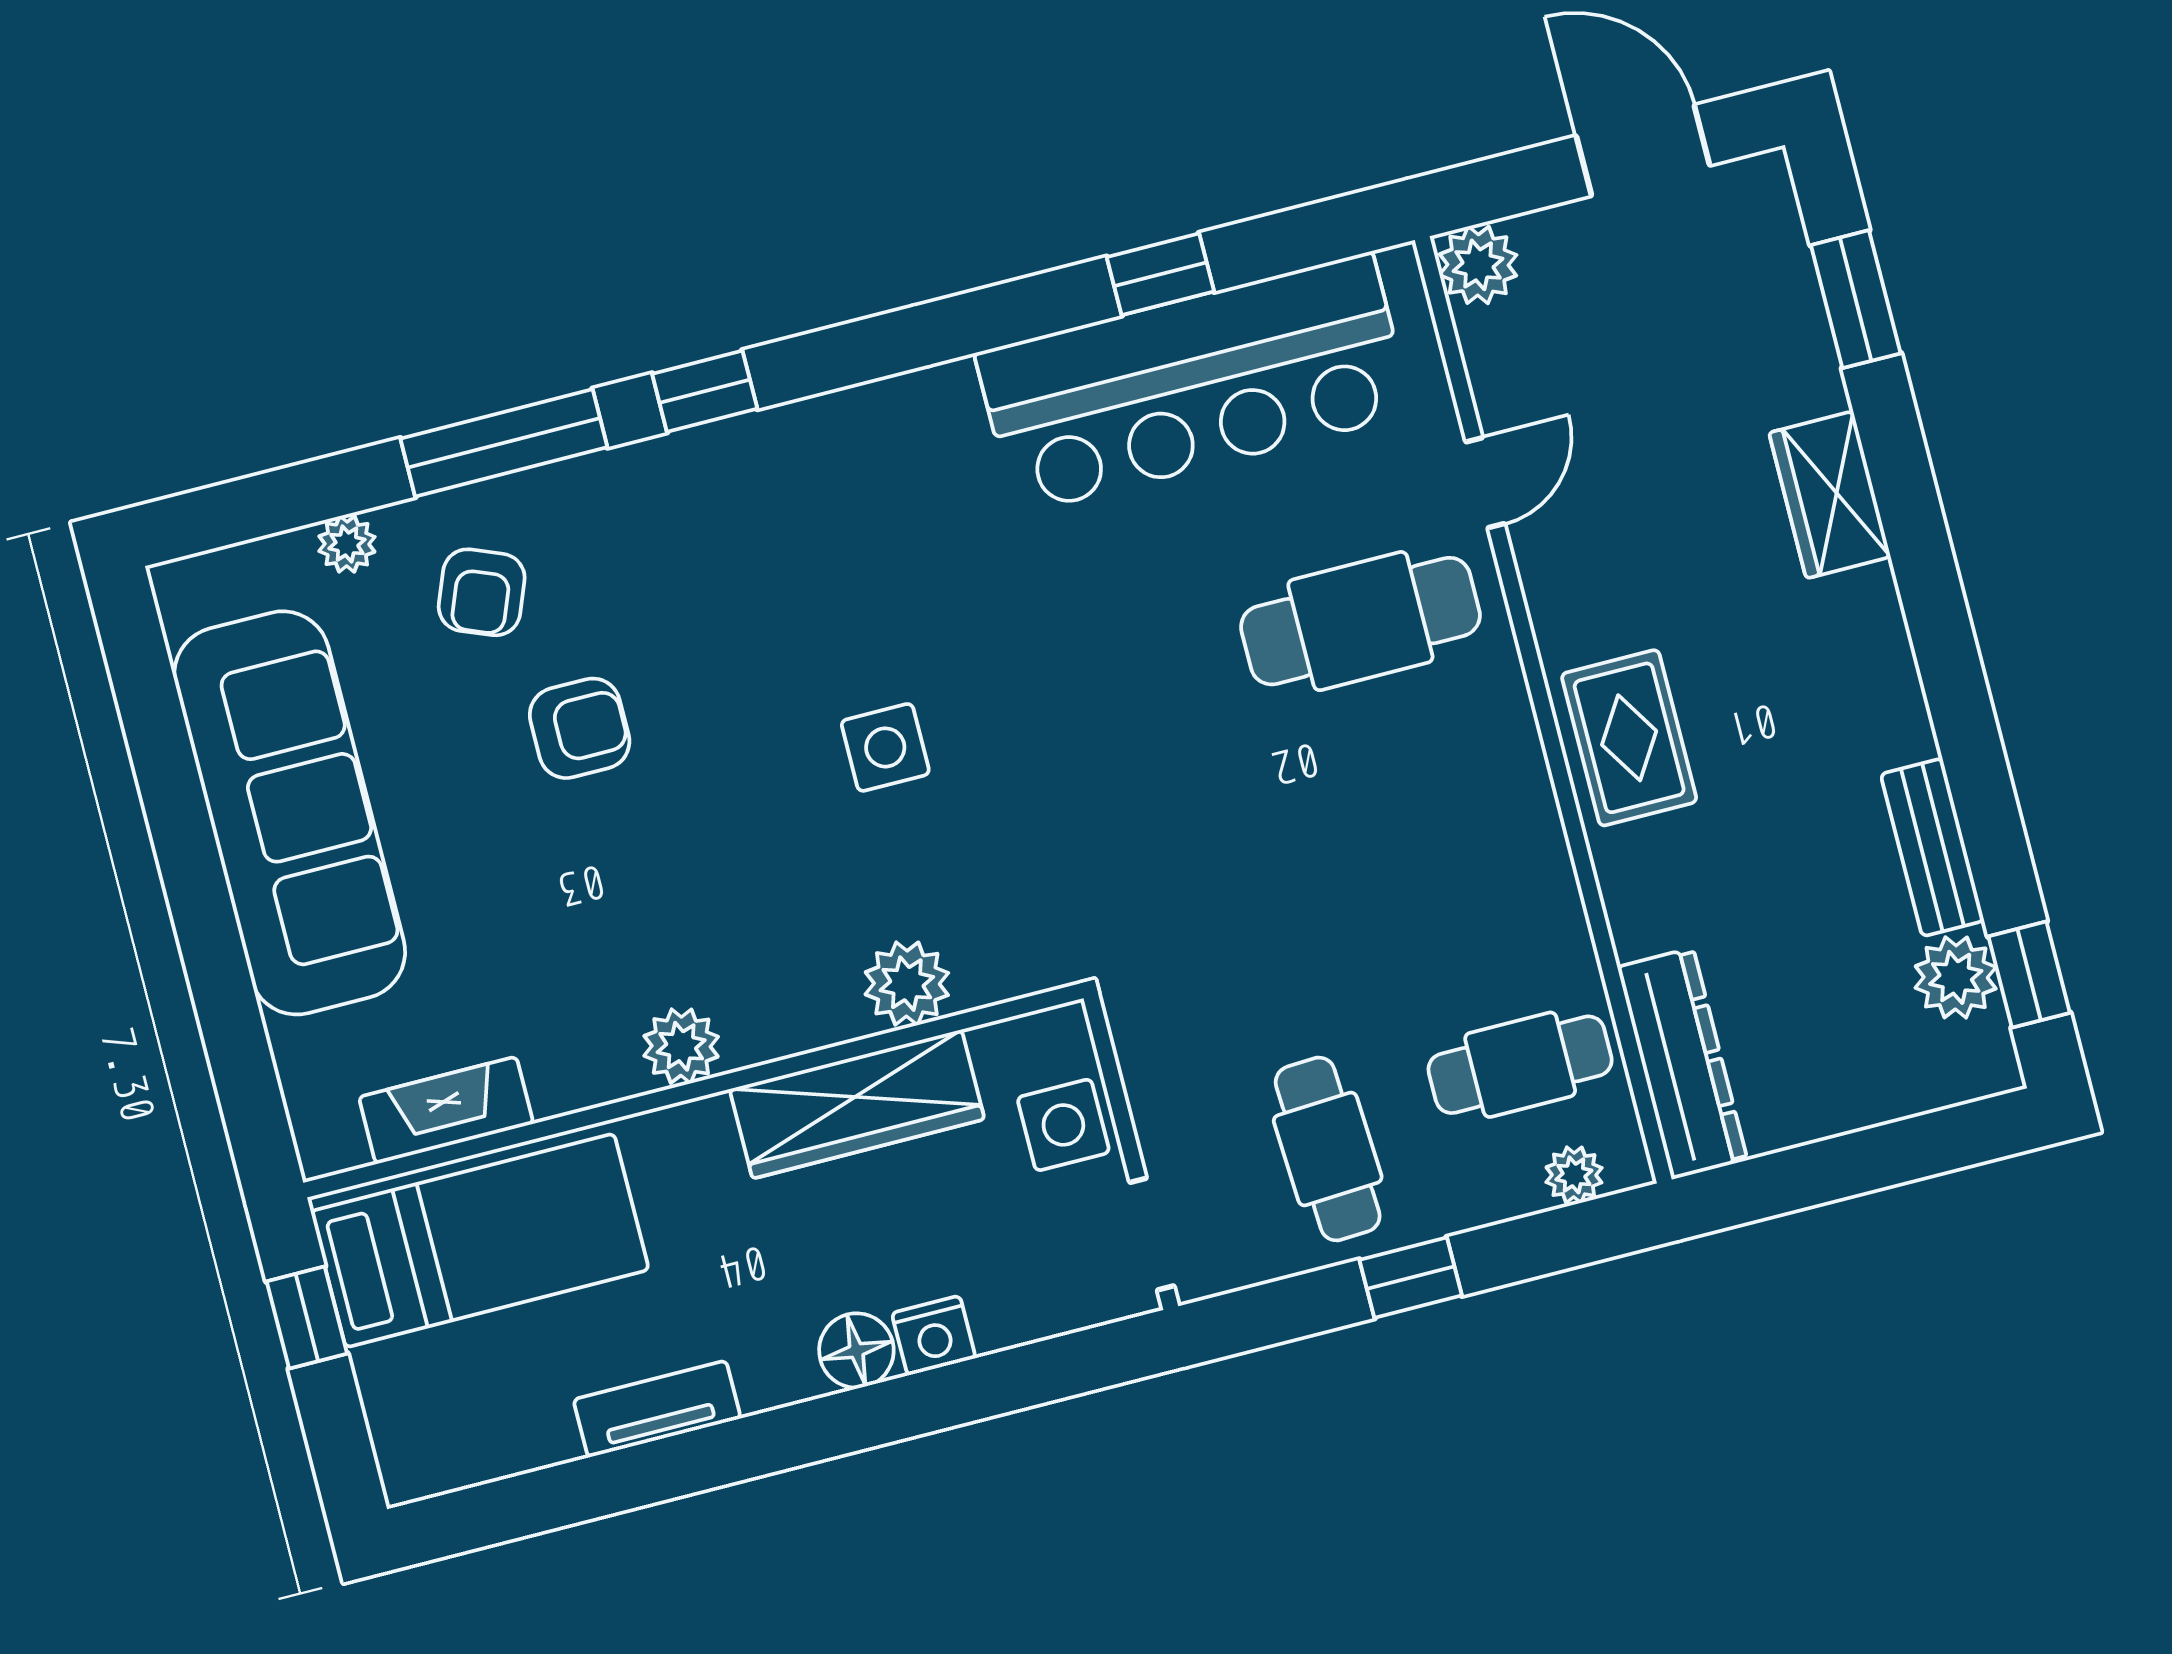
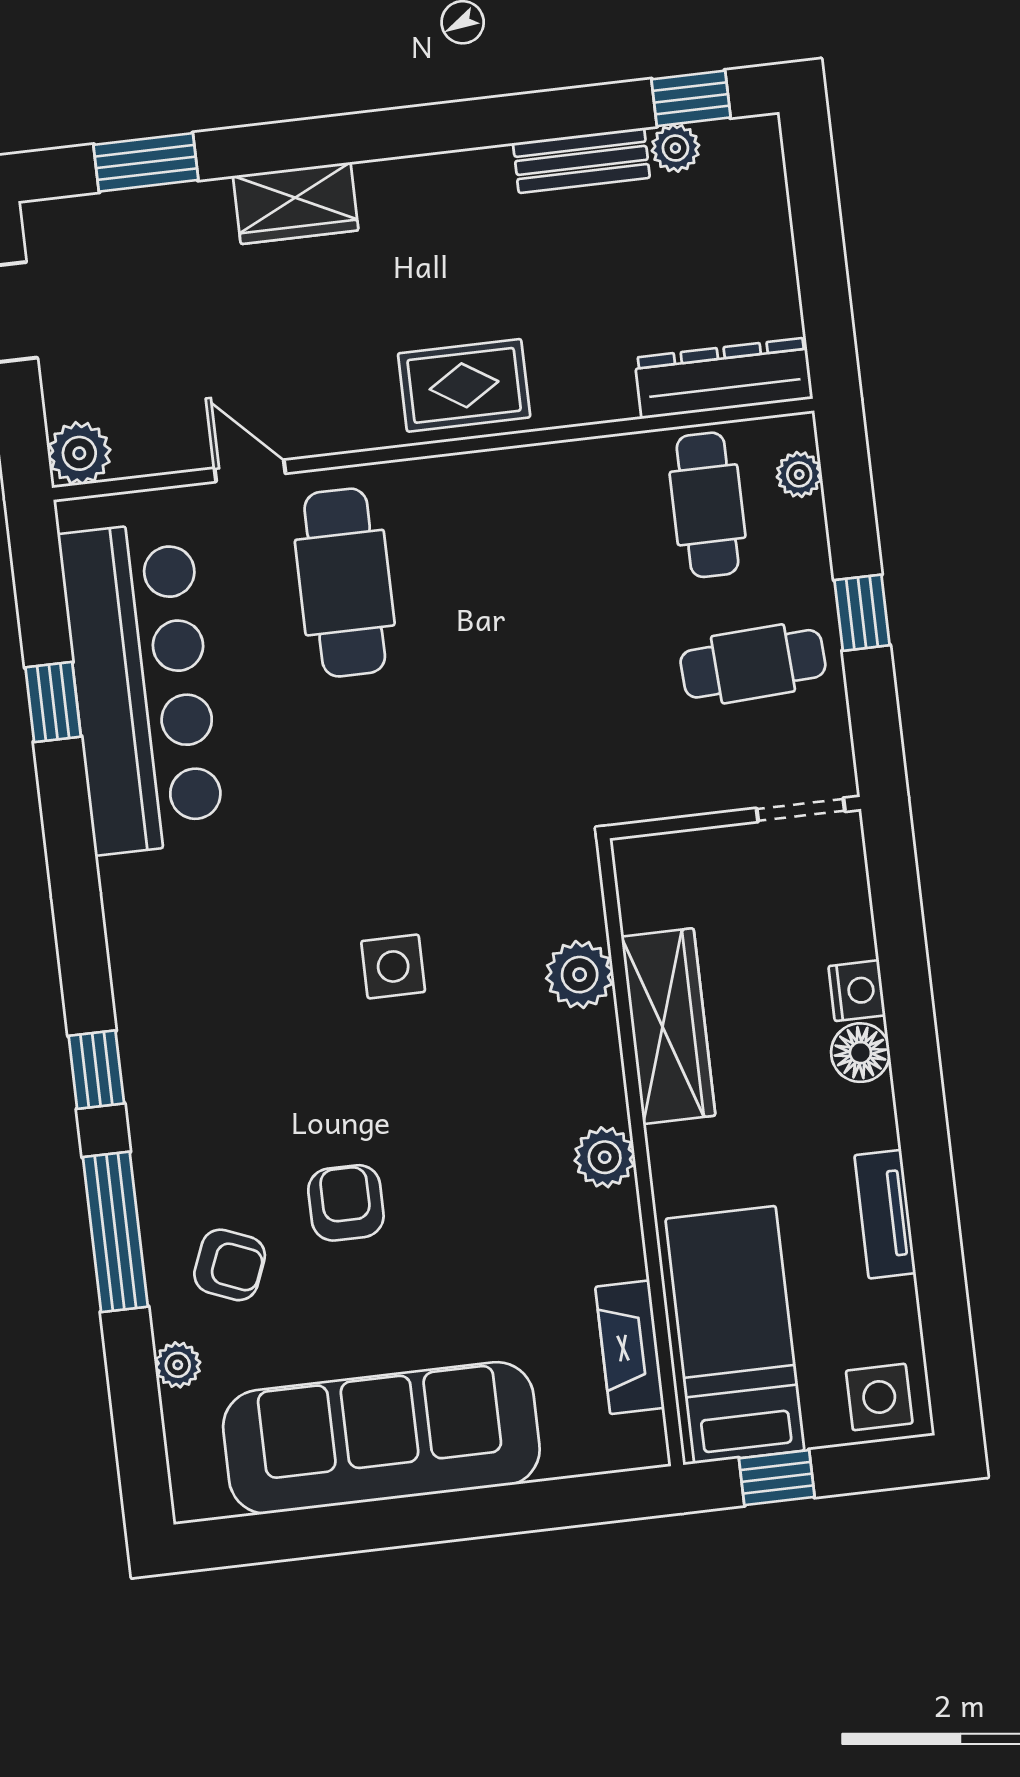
plant: (1956, 977) -> (675, 148), width x0.73, depth x0.73
side table: (1063, 1125) -> (879, 1397), moved

